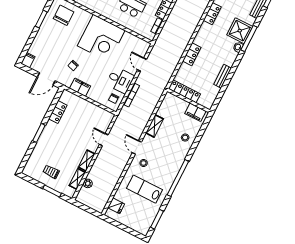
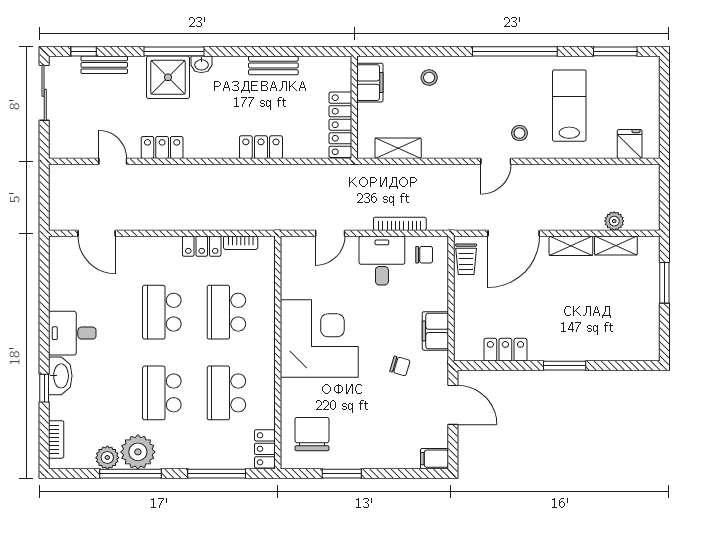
chair: (64, 15) -> (312, 434), turned 90
shelving: (155, 126) -> (398, 148), moved
door: (104, 140) -> (514, 233), width x1.88
trolley: (51, 172) -> (466, 259), moved
lab bench: (144, 189) -> (569, 106), turned 180

